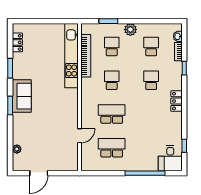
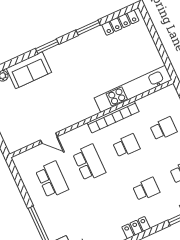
locker: (17, 42) -> (120, 23), width x1.53
bookcase: (86, 56) -> (113, 117), moved
sofa: (22, 96) -> (29, 70), moved

